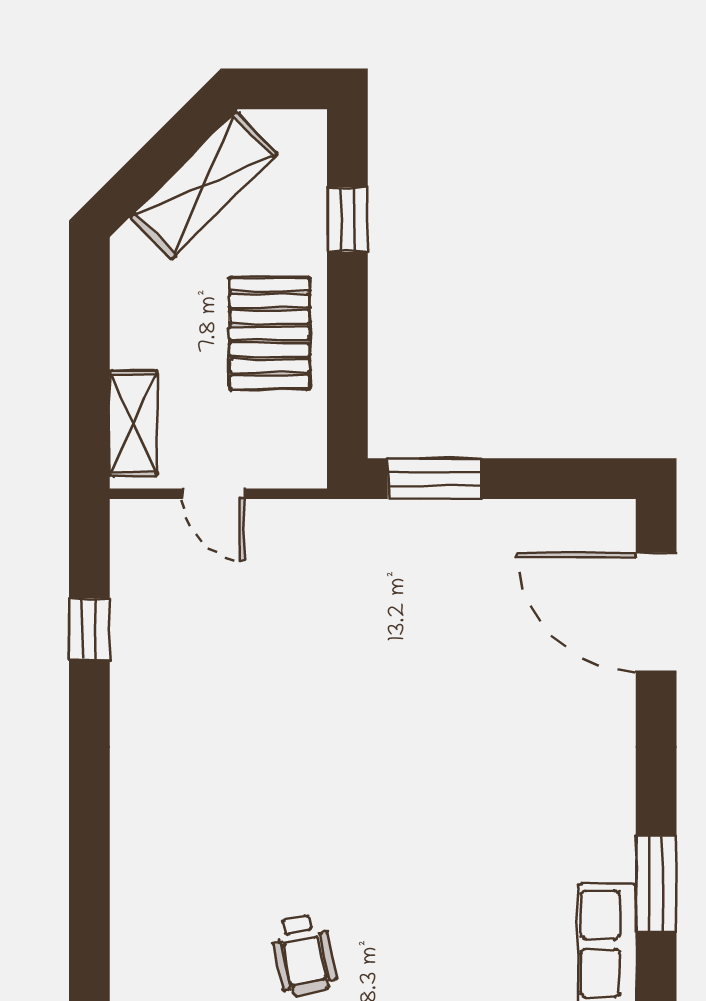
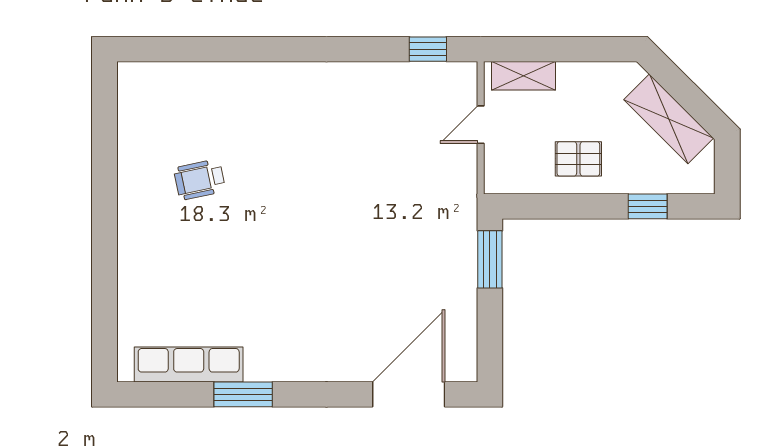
pallet: (270, 333) -> (578, 159), width x0.67, depth x0.71
window: (89, 629) -> (428, 49), moved

